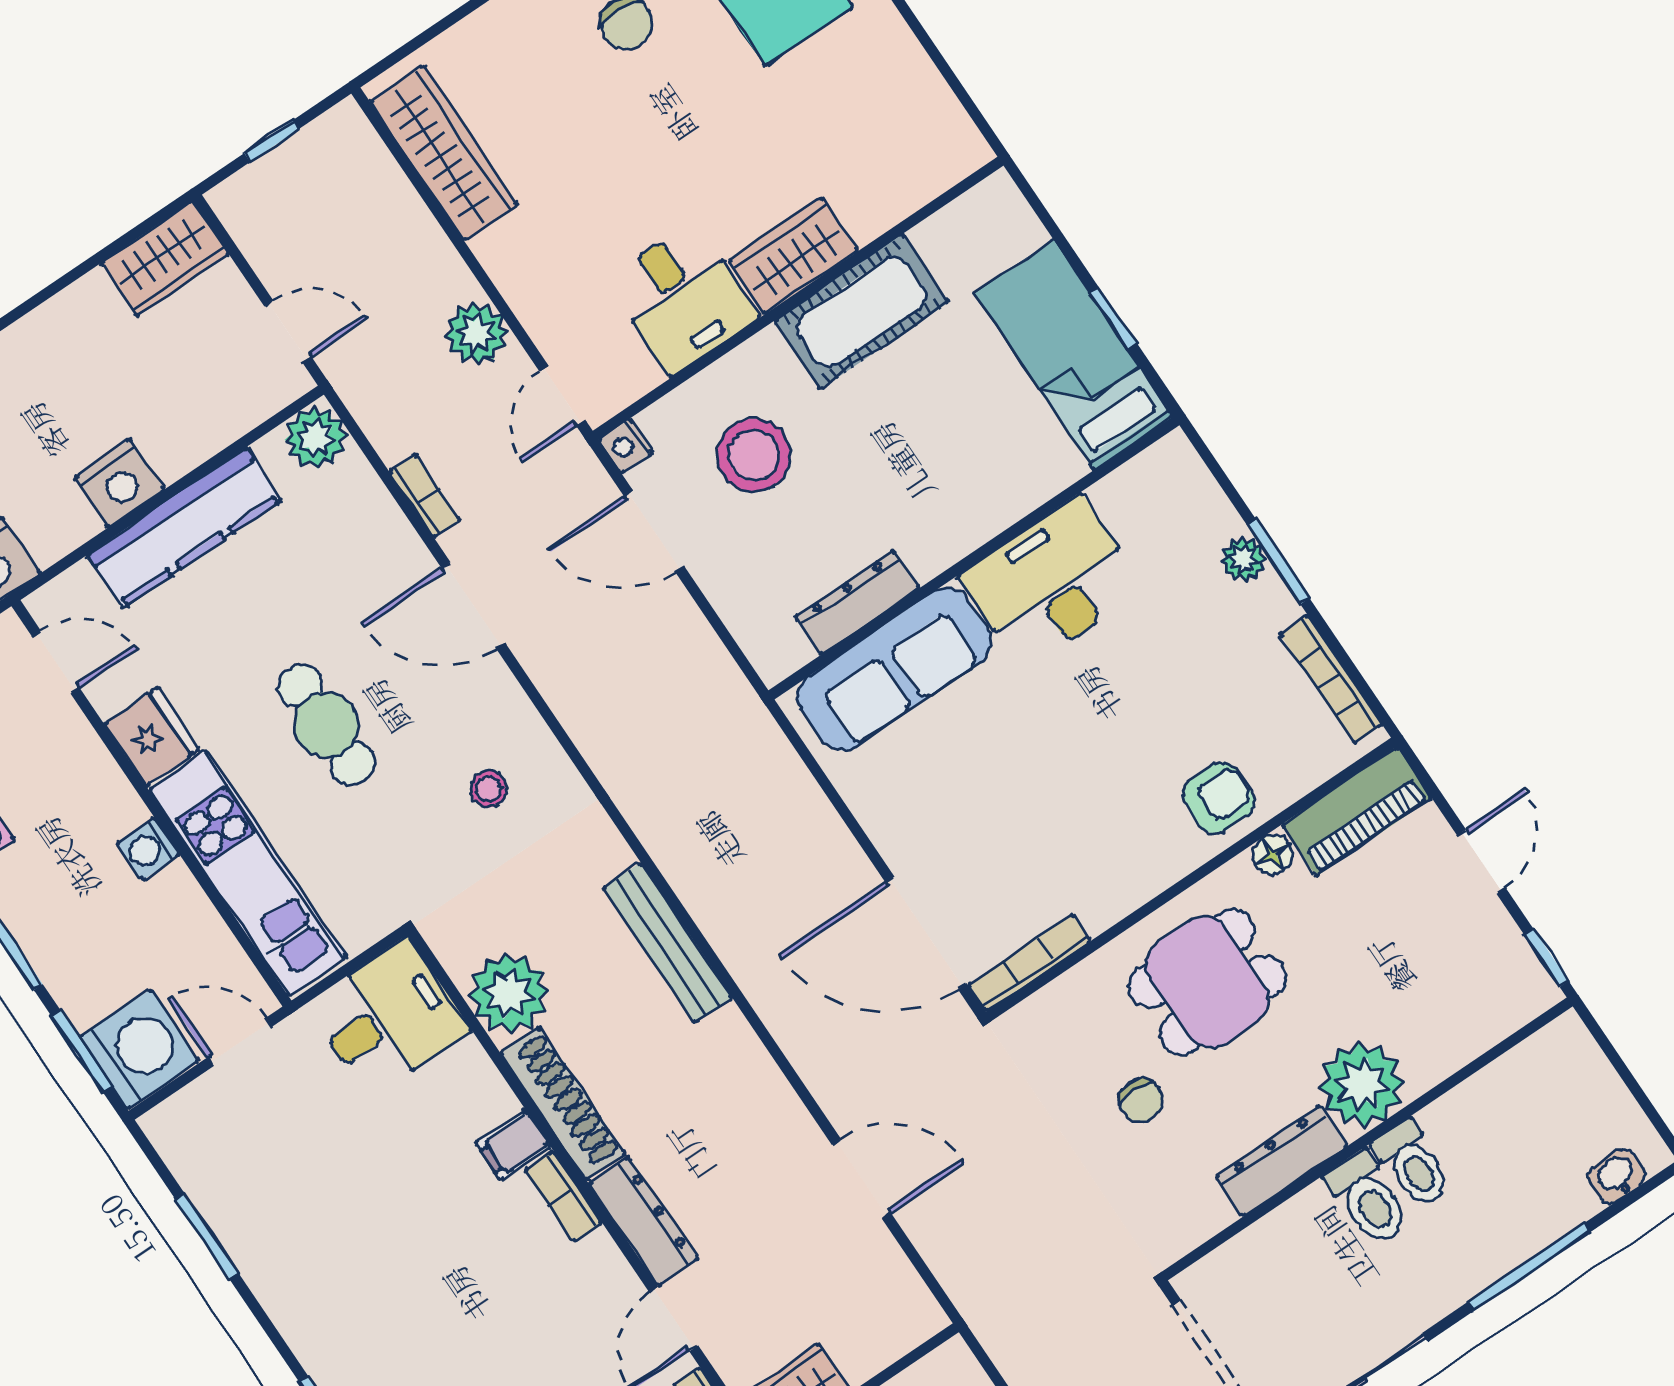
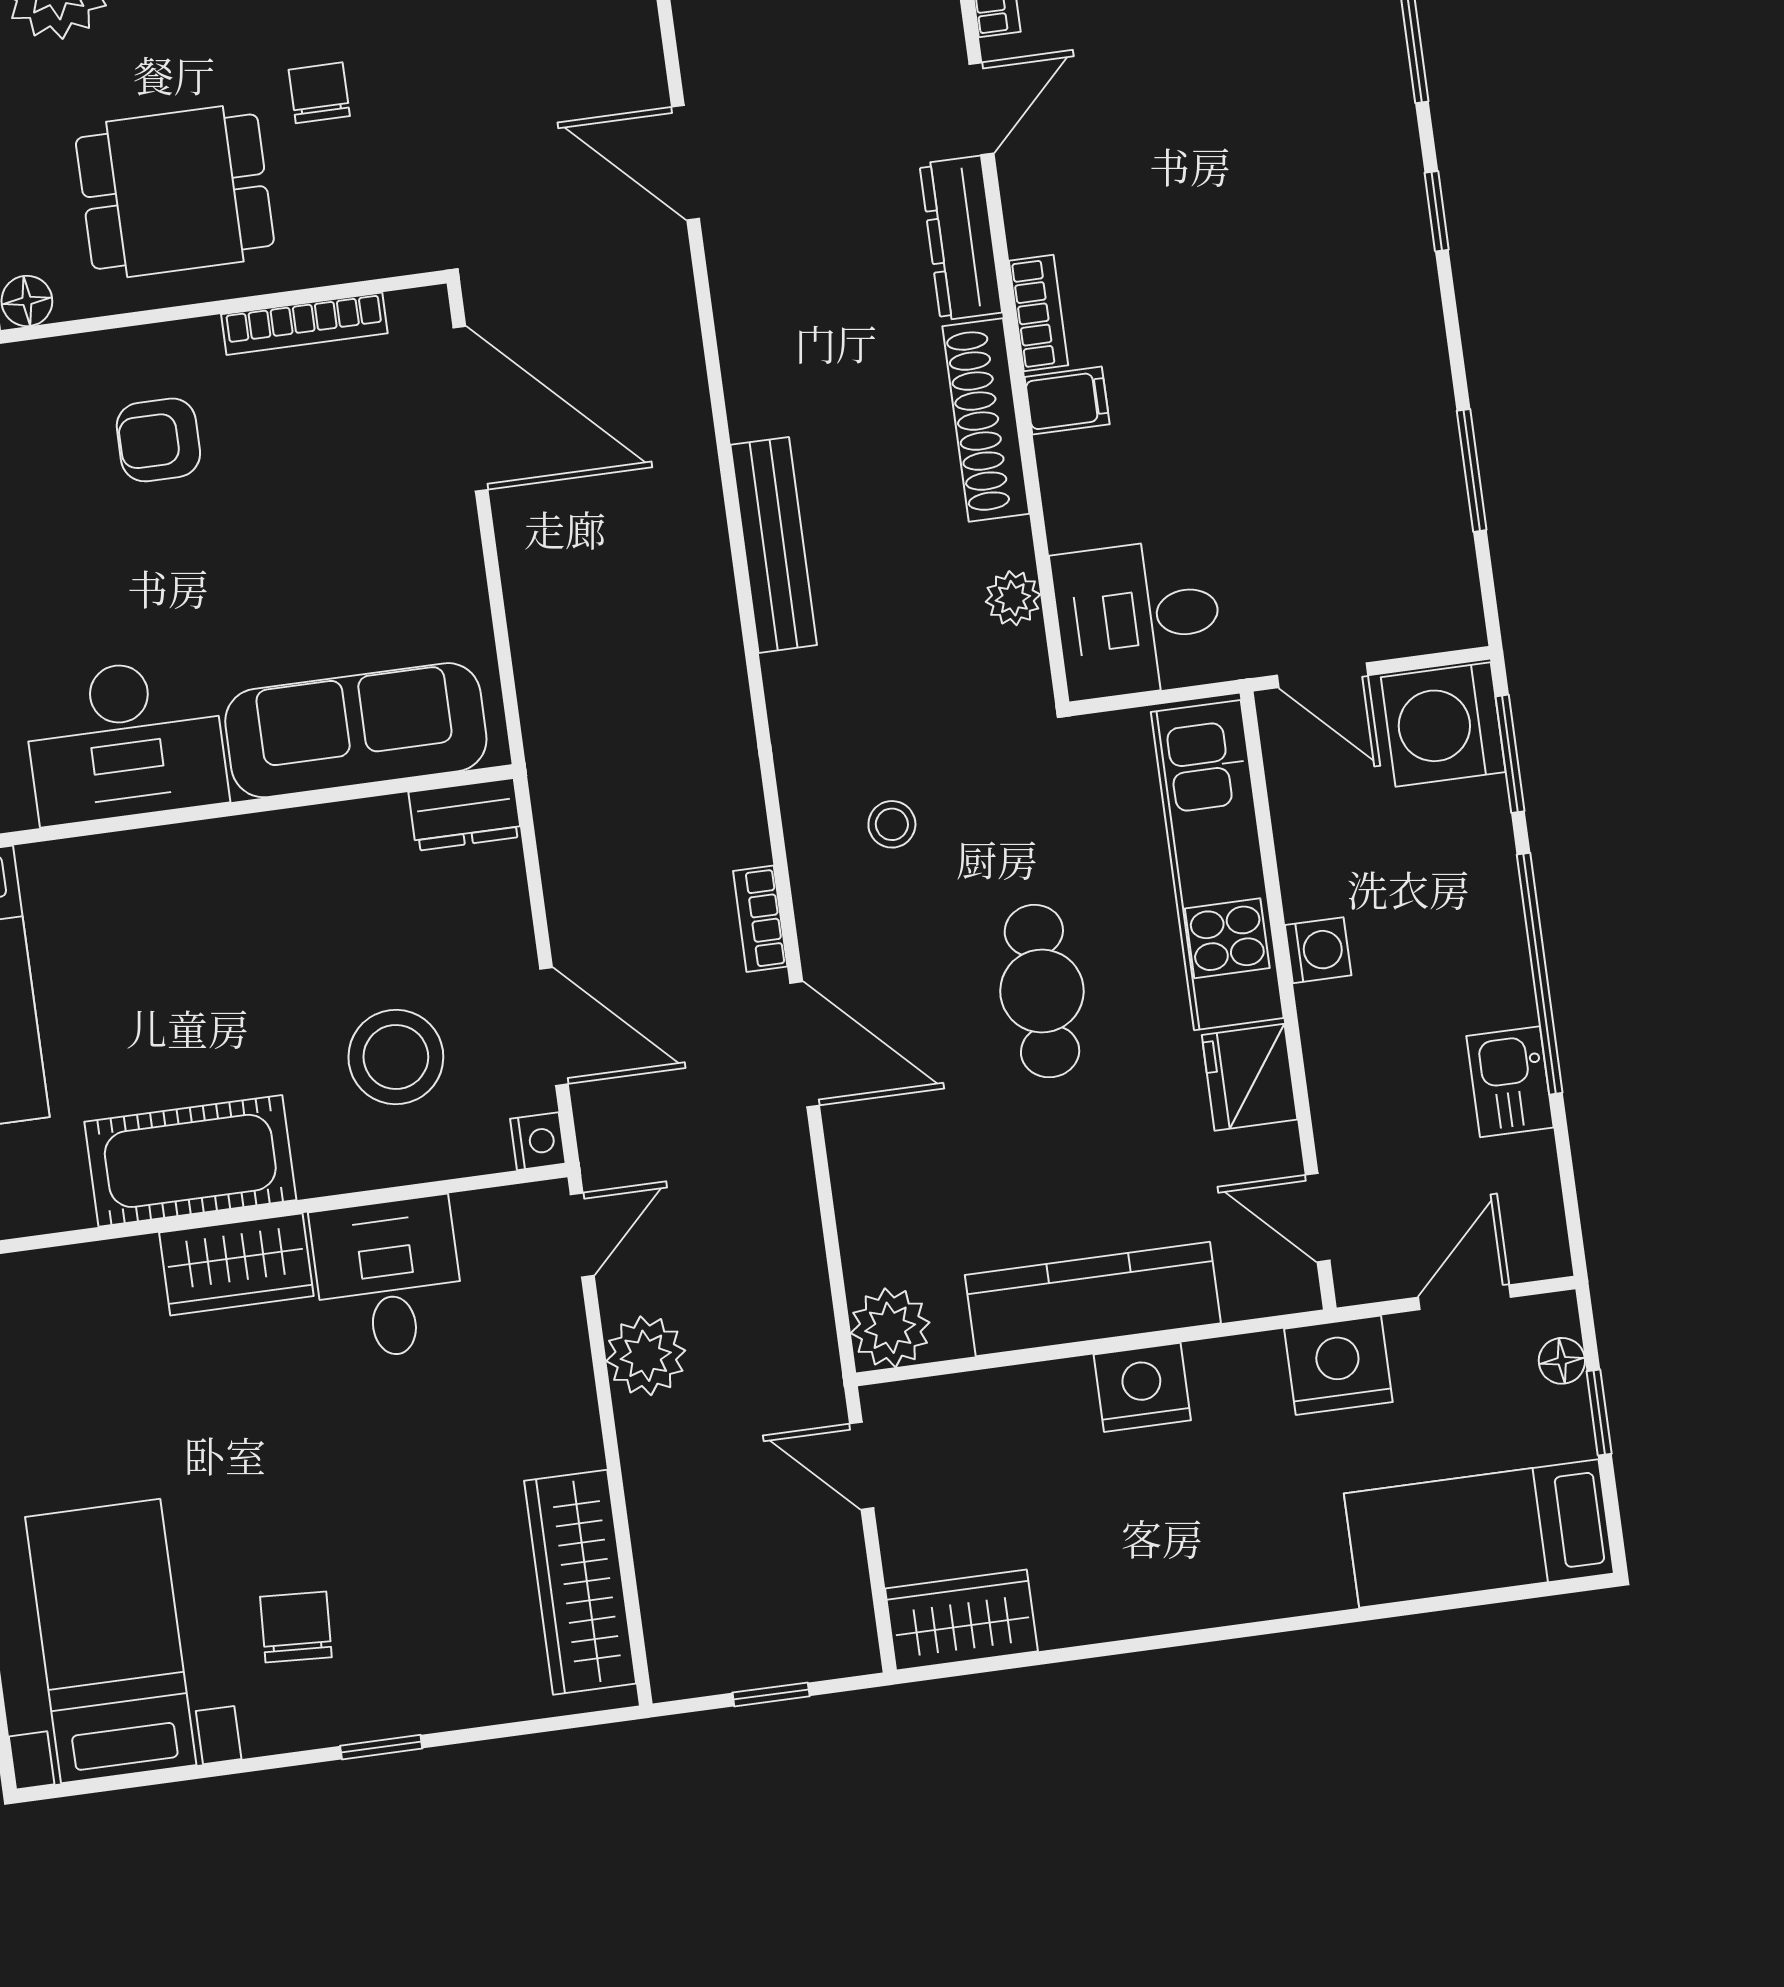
bookcase: (425, 496) -> (760, 919), moved
dresser: (857, 602) -> (465, 814), moved, width x0.70
armchair: (1218, 798) -> (158, 440), moved
bookcase: (1029, 963) -> (304, 324), moved
plant: (509, 994) -> (1013, 598), width x0.53, depth x0.53

